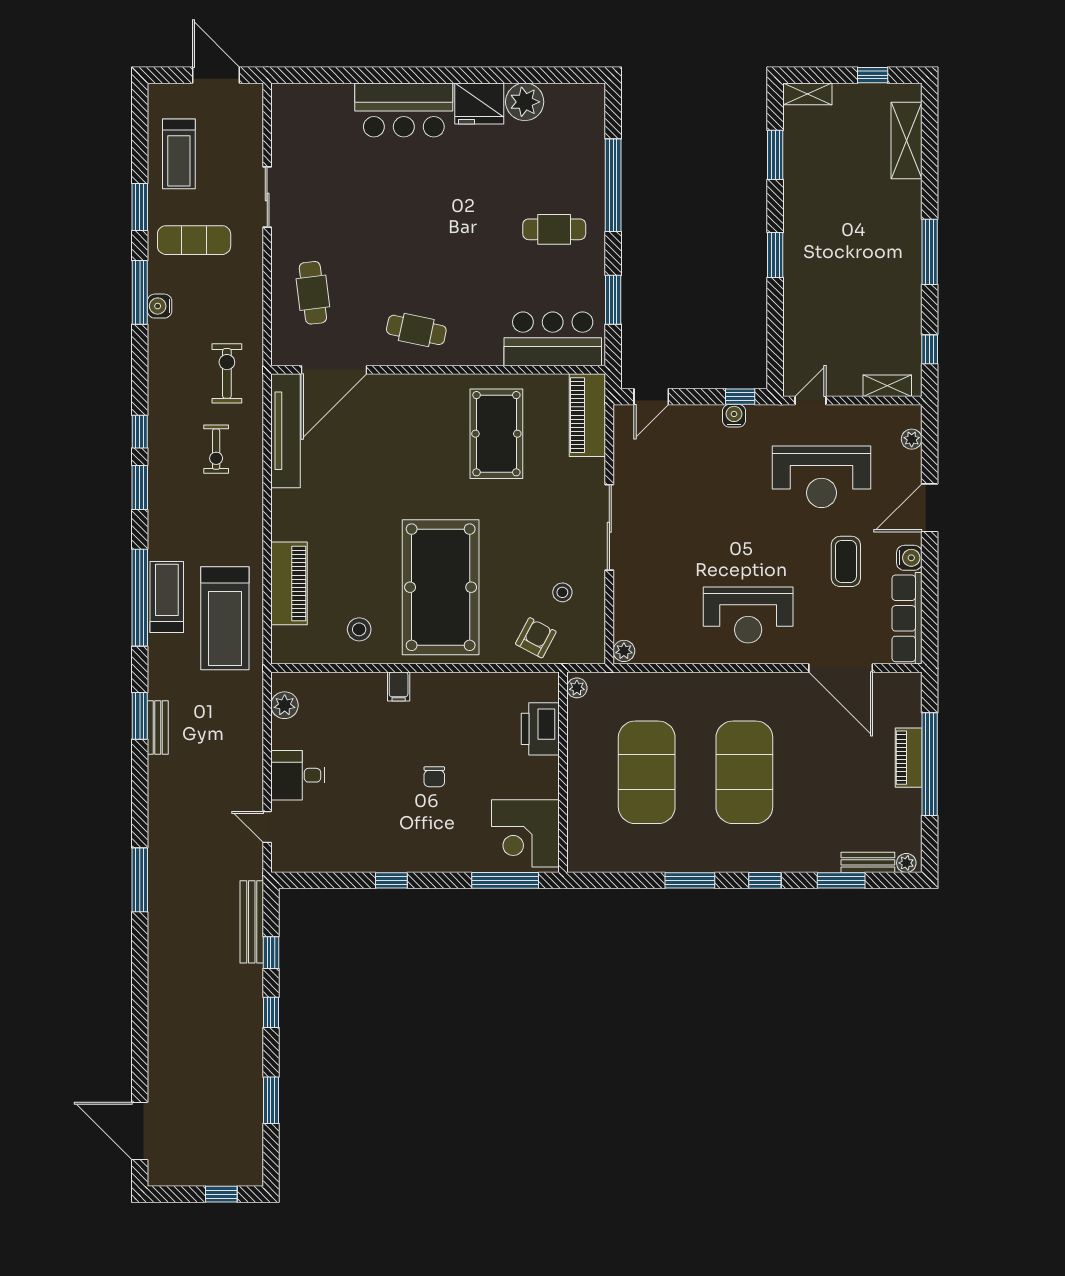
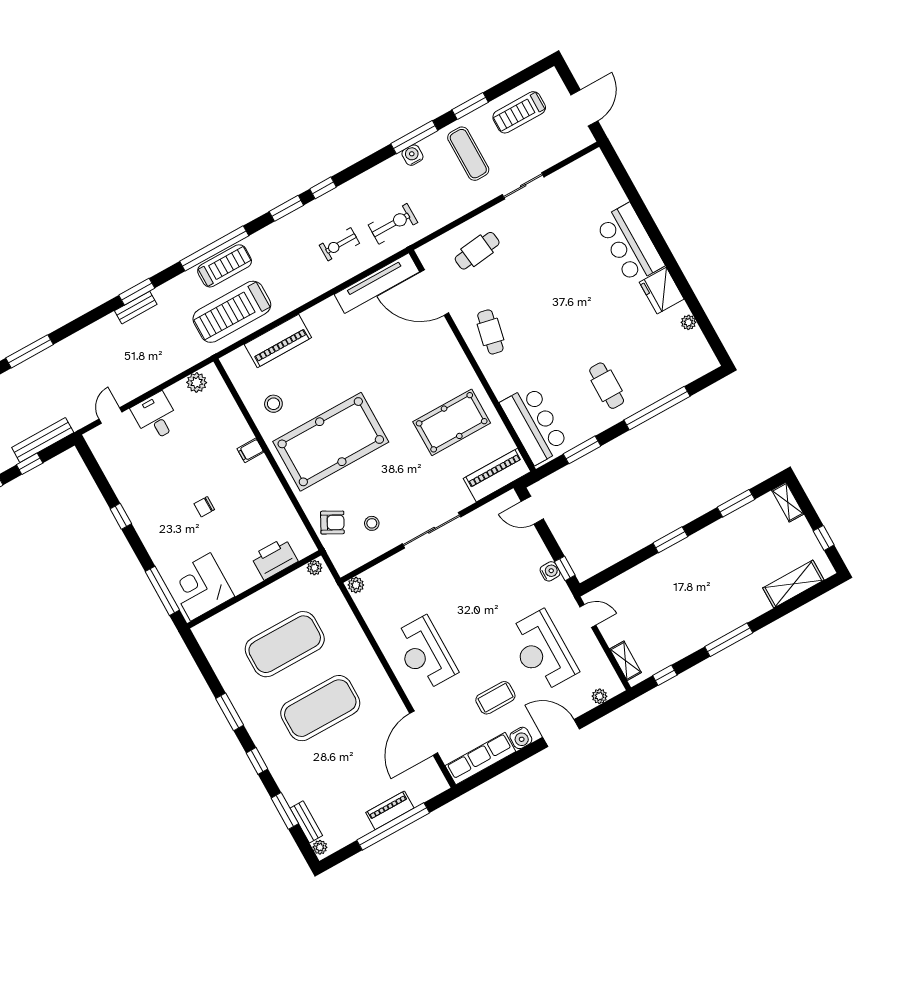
plant: (525, 102) -> (688, 322), width x0.53, depth x0.53

